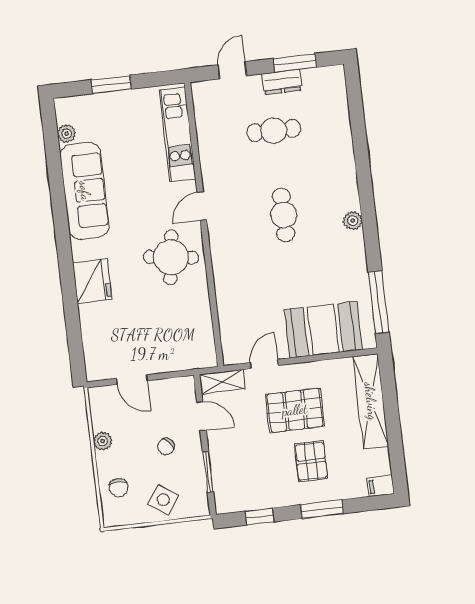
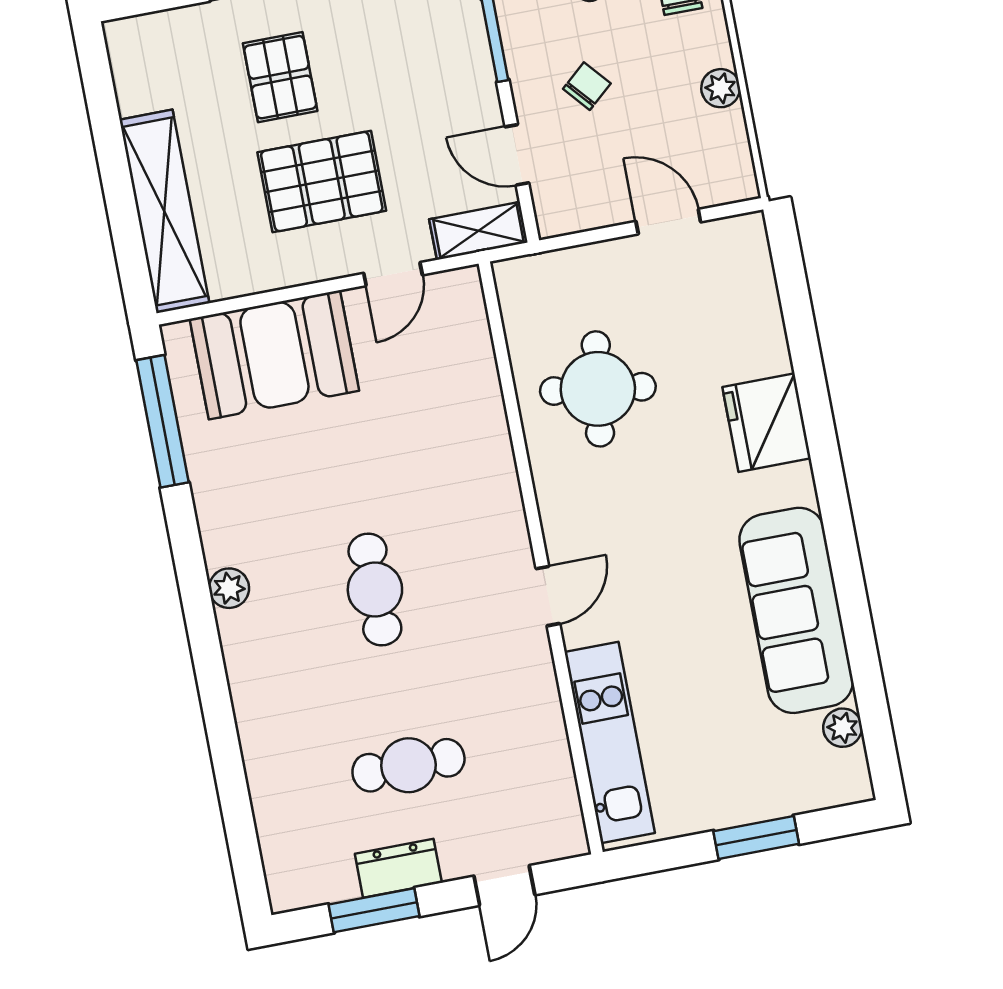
round table: (171, 257) -> (598, 389), moved
filing cabinet: (381, 486) -> (131, 36), removed

